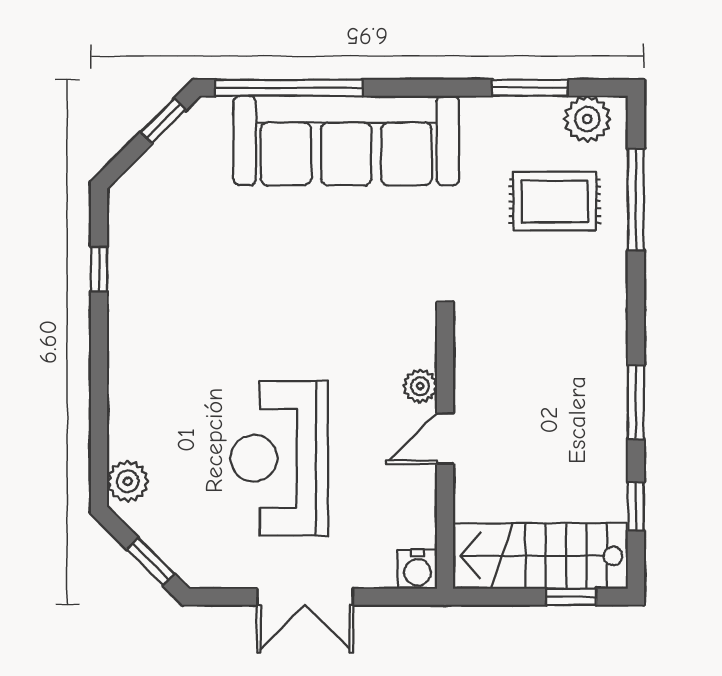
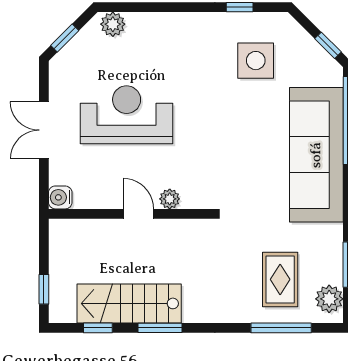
side table: (188, 242) -> (256, 61), added
stairs: (540, 556) -> (129, 303), moved, turned -90

